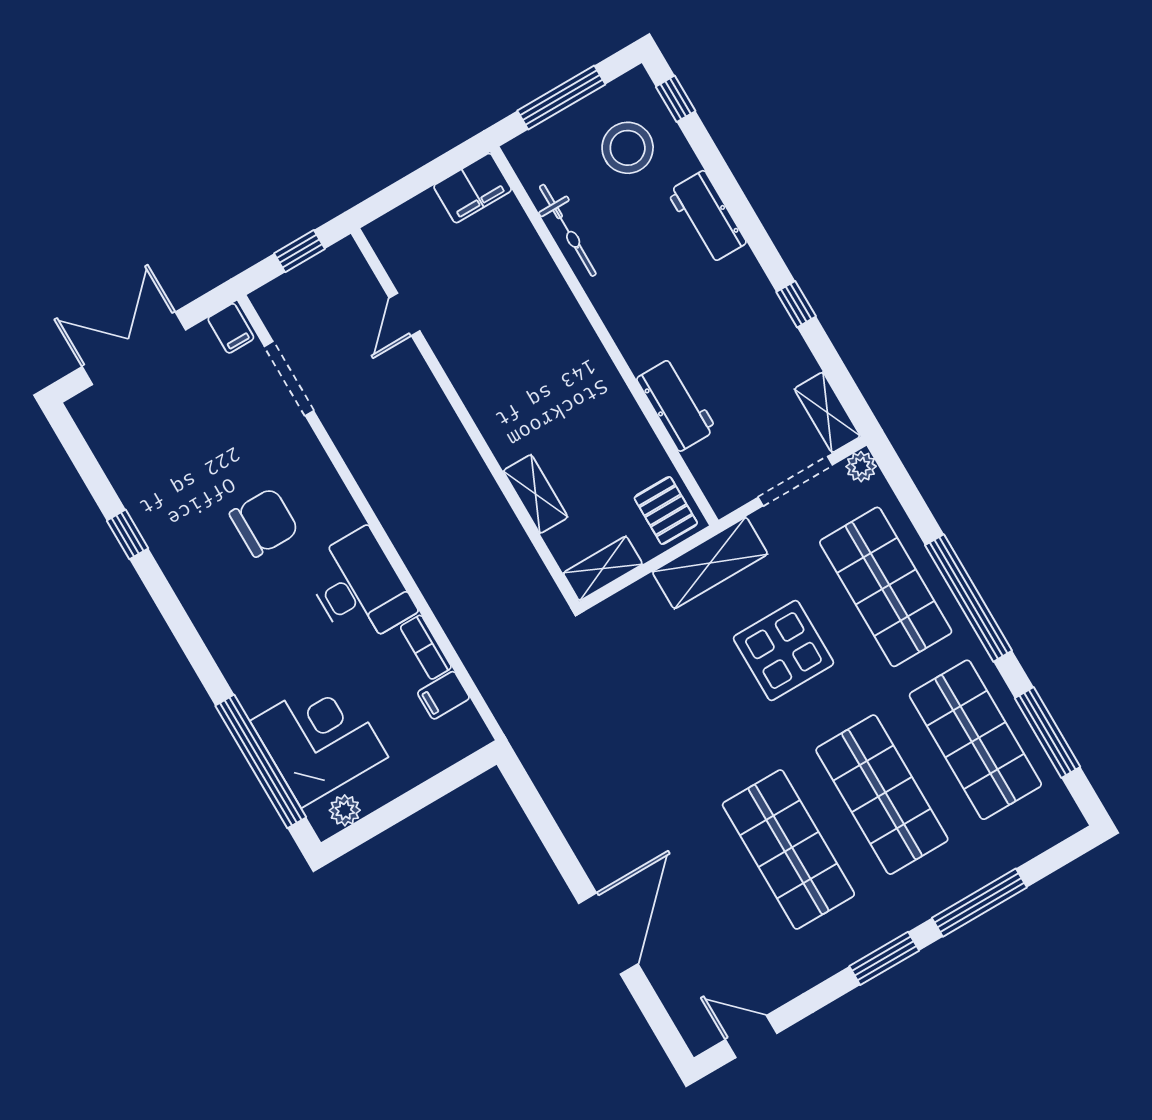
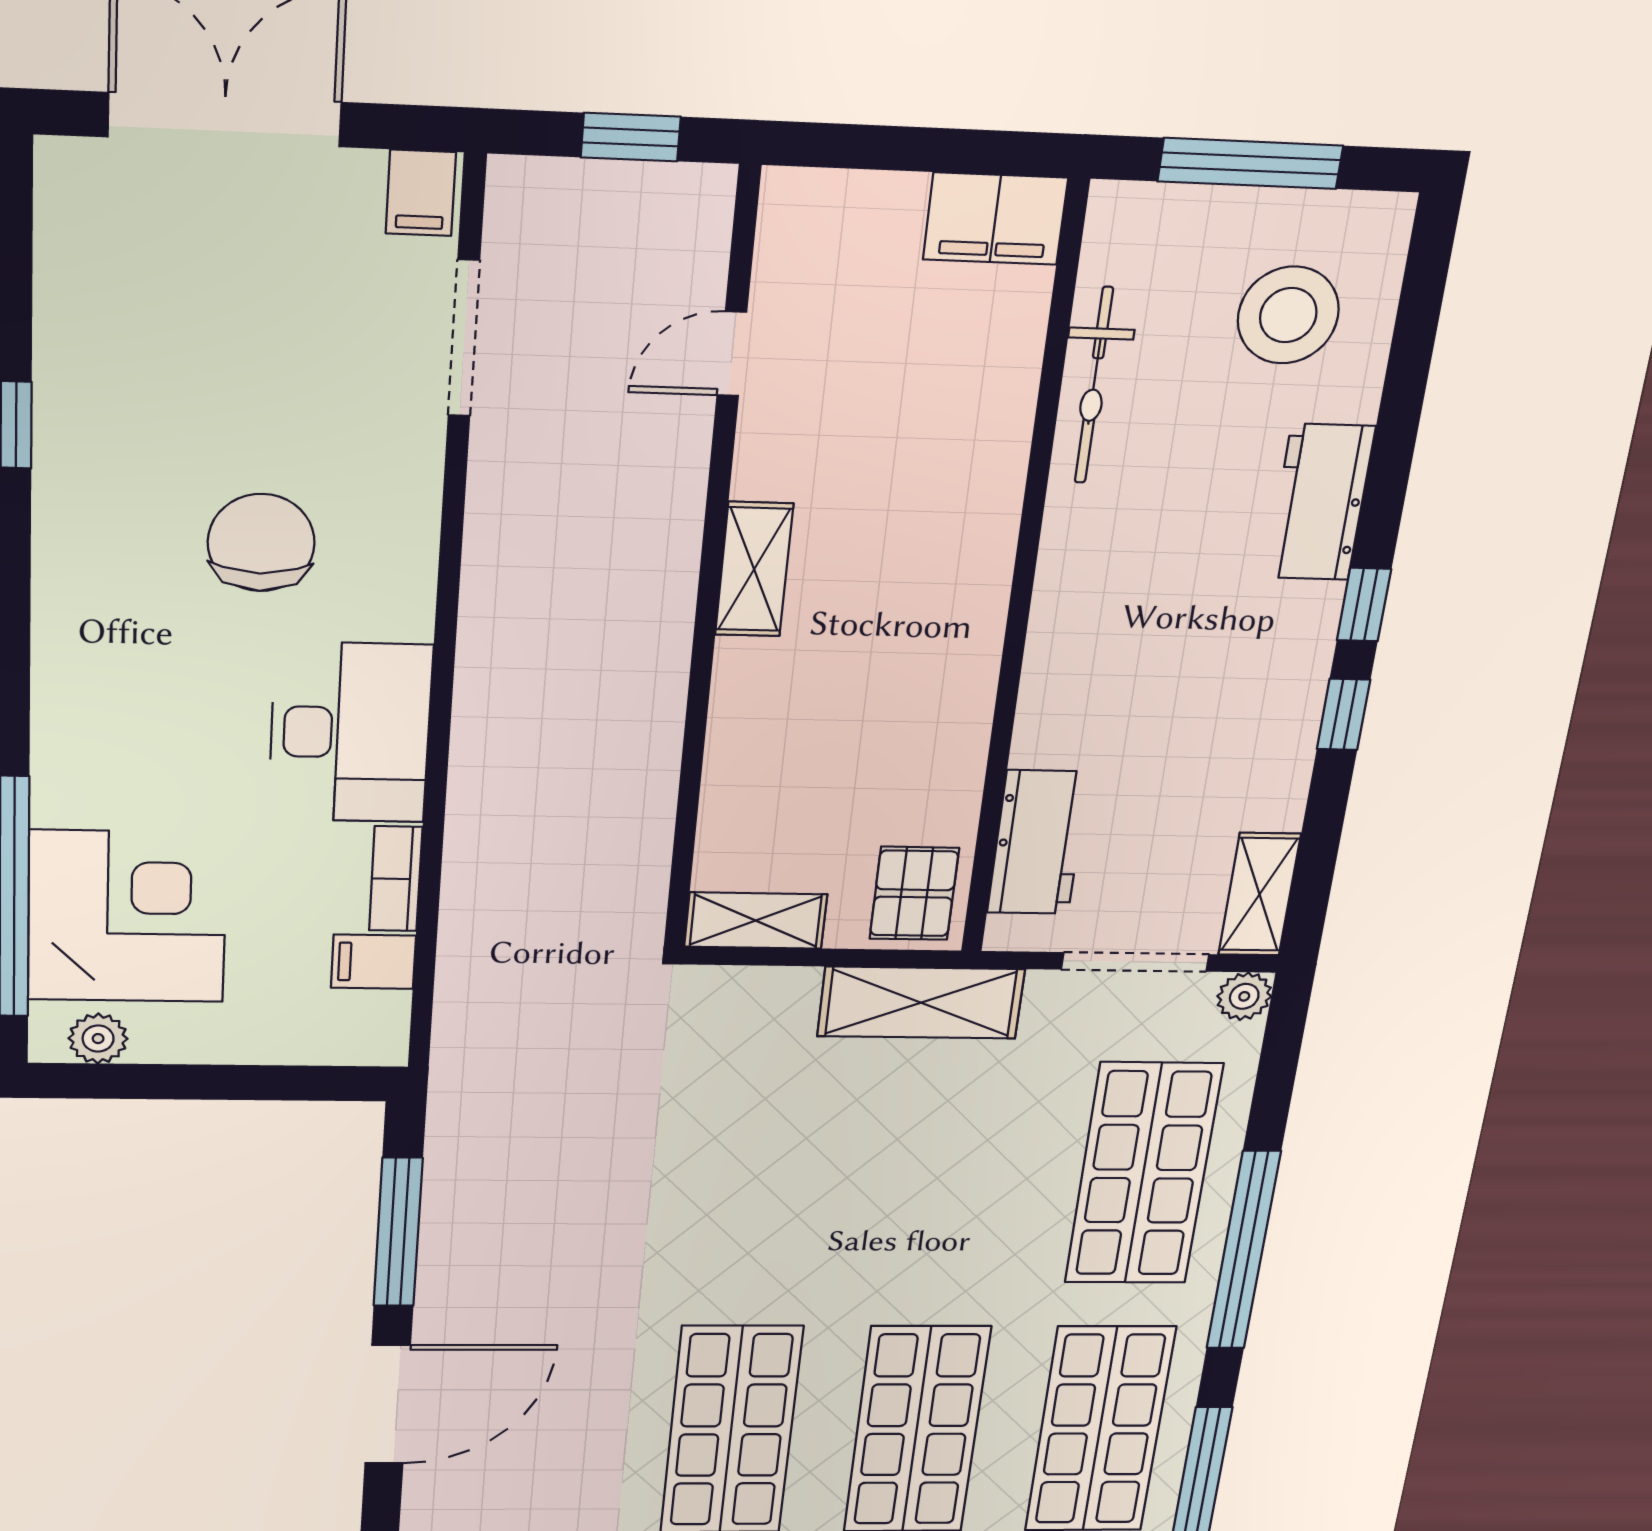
window: (676, 99) -> (1364, 605), moved
workbench: (676, 404) -> (1038, 842), moved
shelving: (536, 494) -> (754, 569), moved
chair: (264, 522) -> (261, 543), turned -90
display table: (783, 651) -> (931, 1177), removed
window: (549, 833) -> (398, 1232), added

